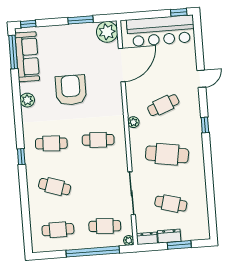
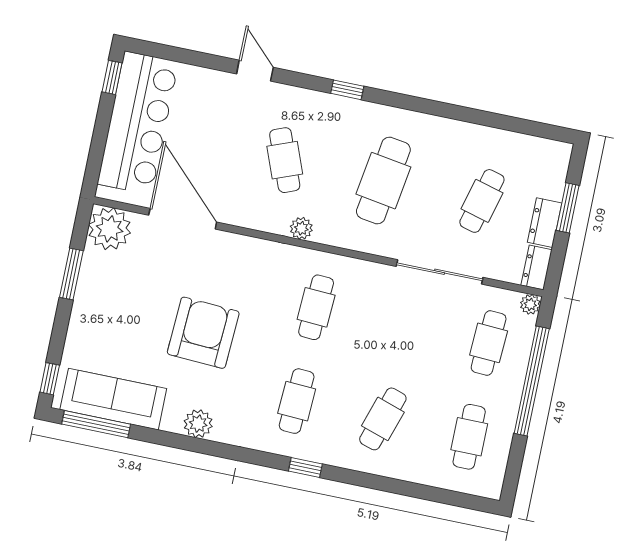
armchair: (71, 90) -> (203, 333), turned 93

